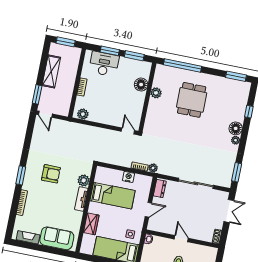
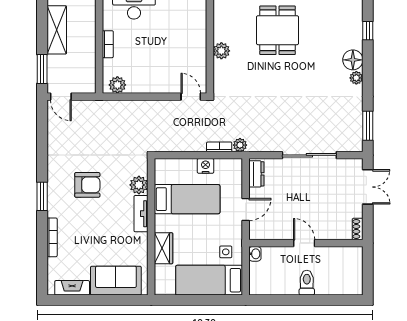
floor lamp: (141, 85) -> (196, 22), removed
plant: (156, 93) -> (221, 51), moved

